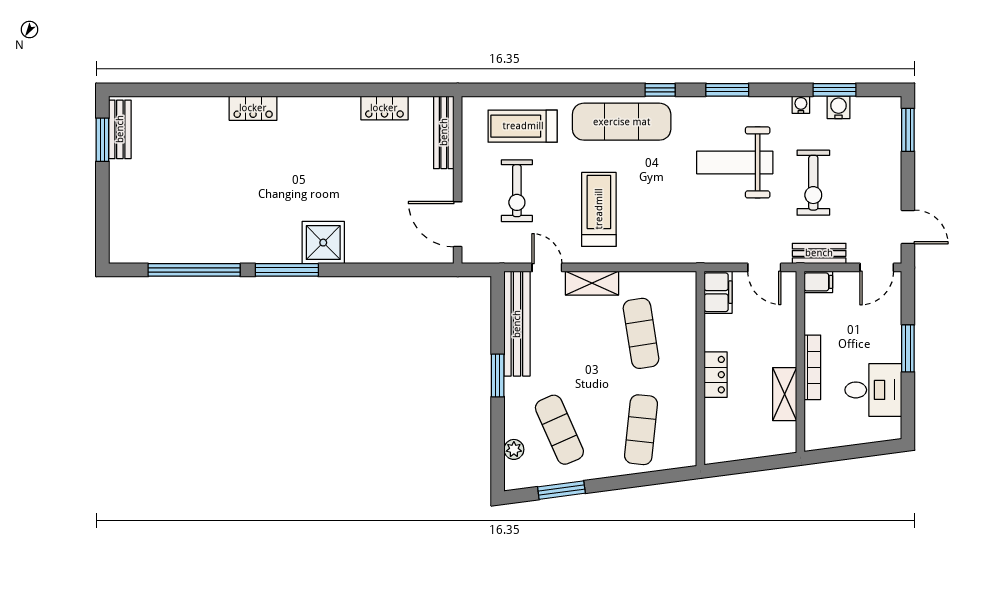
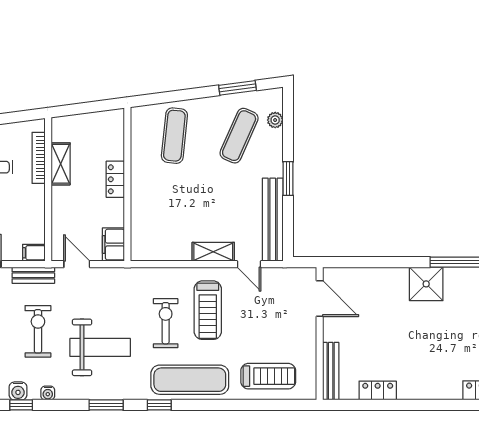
window: (834, 90) -> (21, 405), width x0.67
exercise bike: (517, 191) -> (166, 323), moved
exercise mat: (641, 333) -> (174, 212), removed
bookcase: (812, 367) -> (39, 158), moved
exercise mat: (559, 430) -> (239, 136), turned 48

